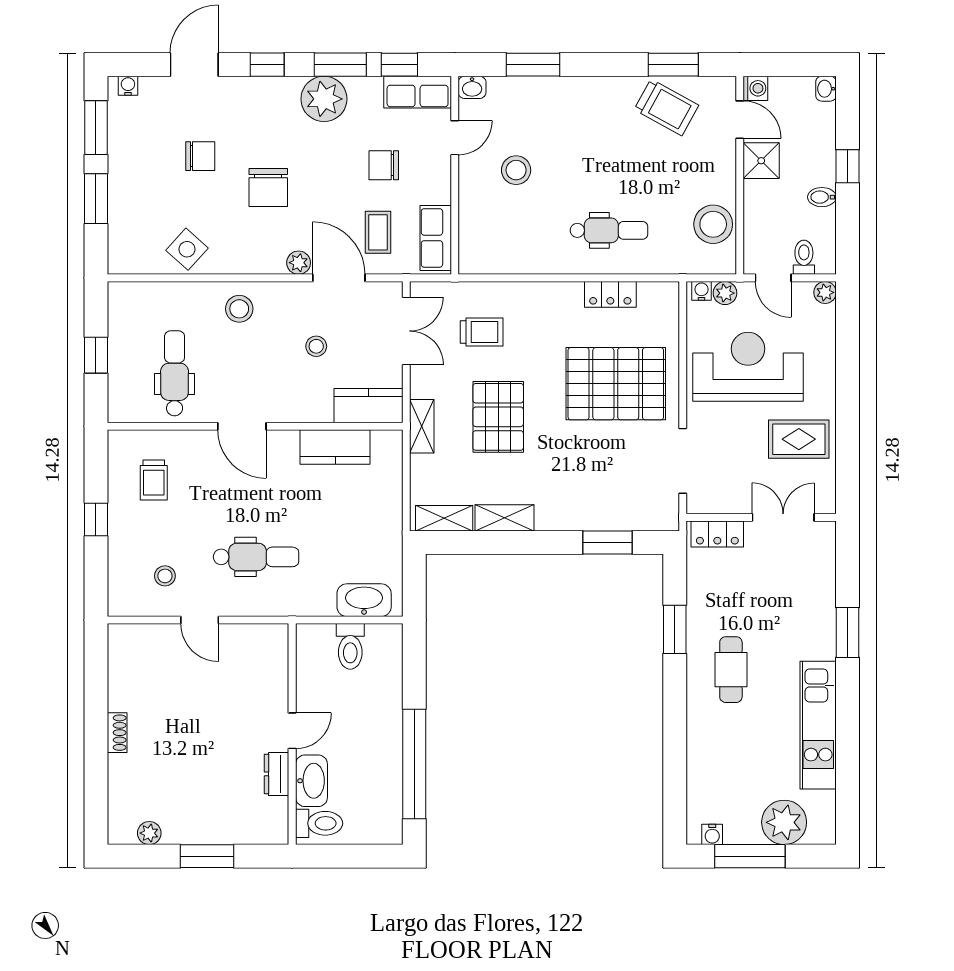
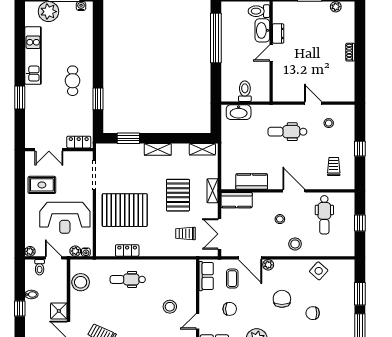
stool: (316, 346) -> (280, 219), moved
shelving: (504, 518) -> (158, 149), moved

